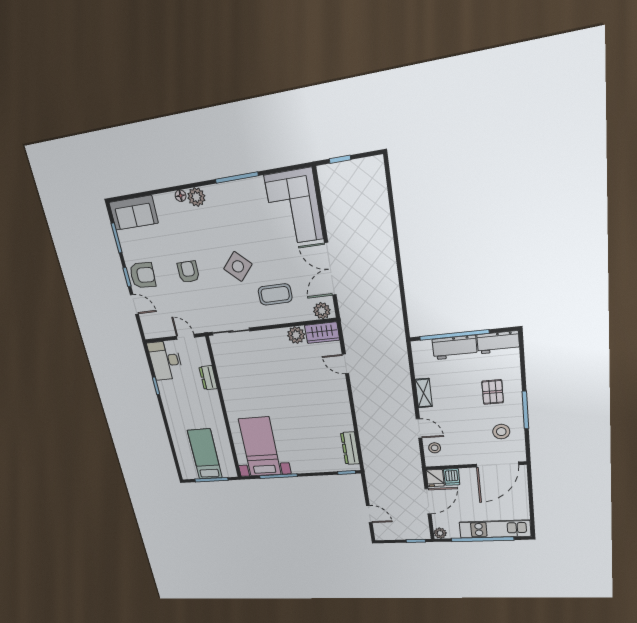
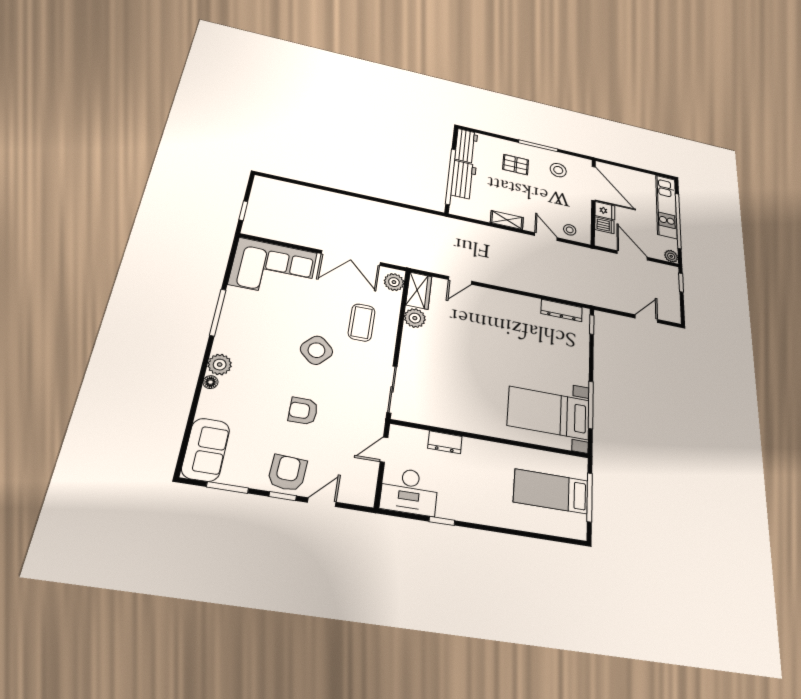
door: (419, 428) -> (546, 237), hinge flipped
fridge: (435, 478) -> (605, 211), moved

